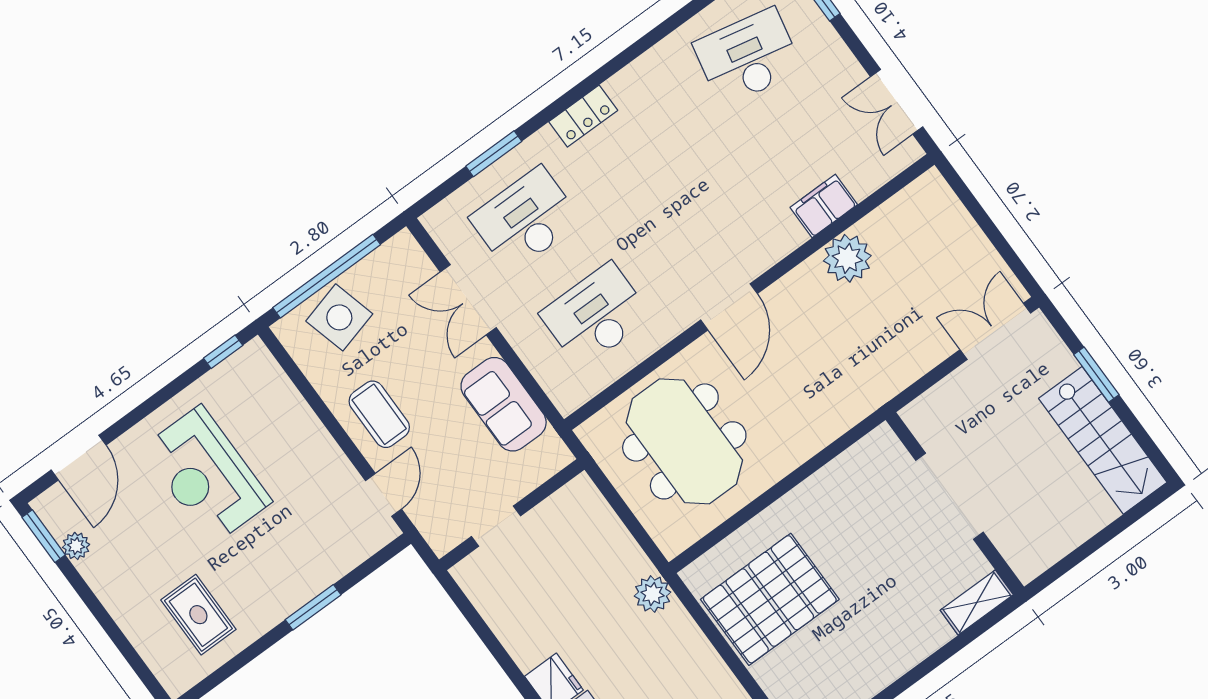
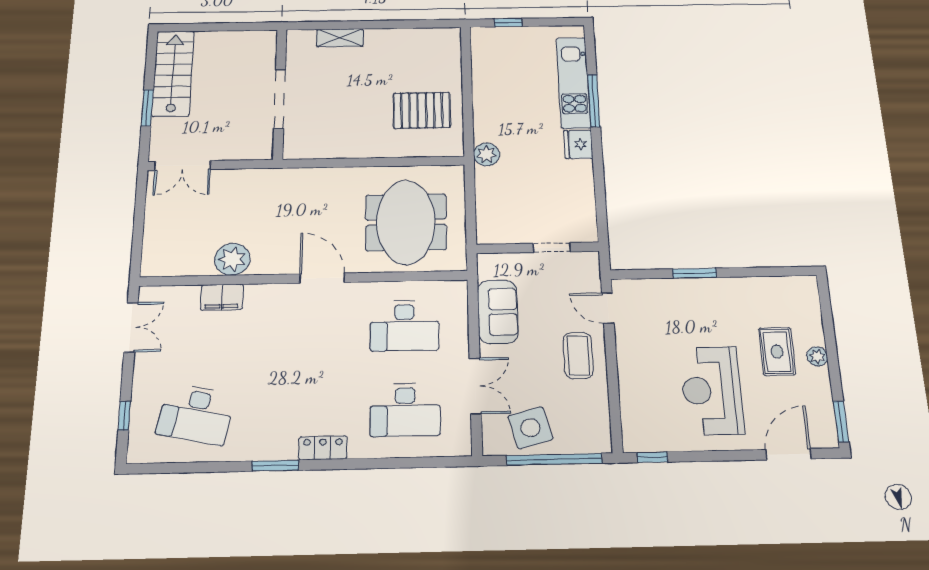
window: (494, 154) -> (275, 466), moved
door: (729, 307) -> (322, 278), hinge flipped
side table: (339, 317) -> (530, 428), moved
reception desk: (206, 475) -> (712, 390), turned 180
door: (383, 495) -> (608, 308), hinge flipped
plant: (76, 546) -> (817, 356), moved
pallet: (770, 599) -> (422, 110), width x0.73, depth x0.71
shelving: (977, 602) -> (340, 38), moved
rug: (198, 615) -> (777, 351), moved

